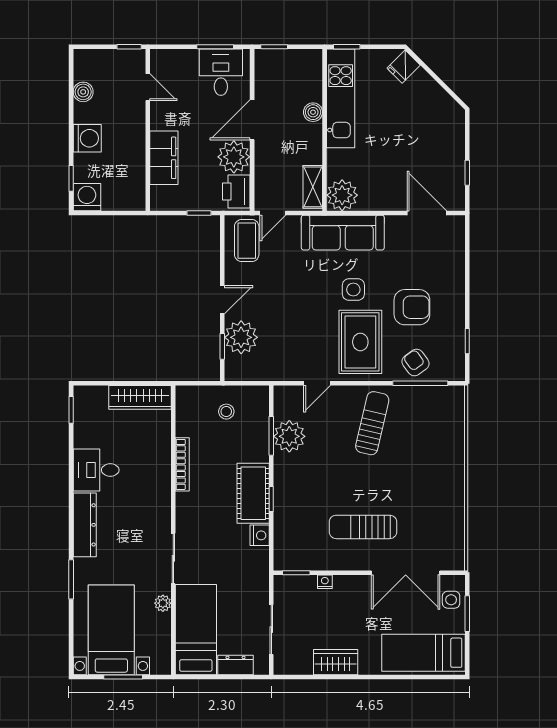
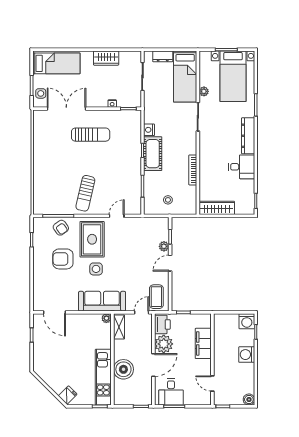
boiler: (83, 92) -> (249, 400), moved
boiler: (313, 112) -> (123, 369), width x1.86, depth x1.86
plant: (342, 195) -> (106, 318), width x0.53, depth x0.53
plant: (241, 337) -> (164, 246), width x0.53, depth x0.53
plant: (289, 436) -> (132, 186), removed

